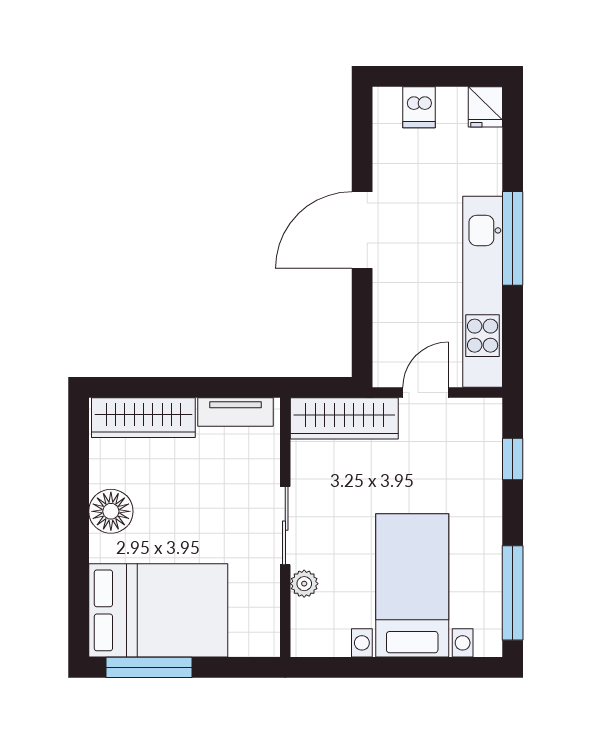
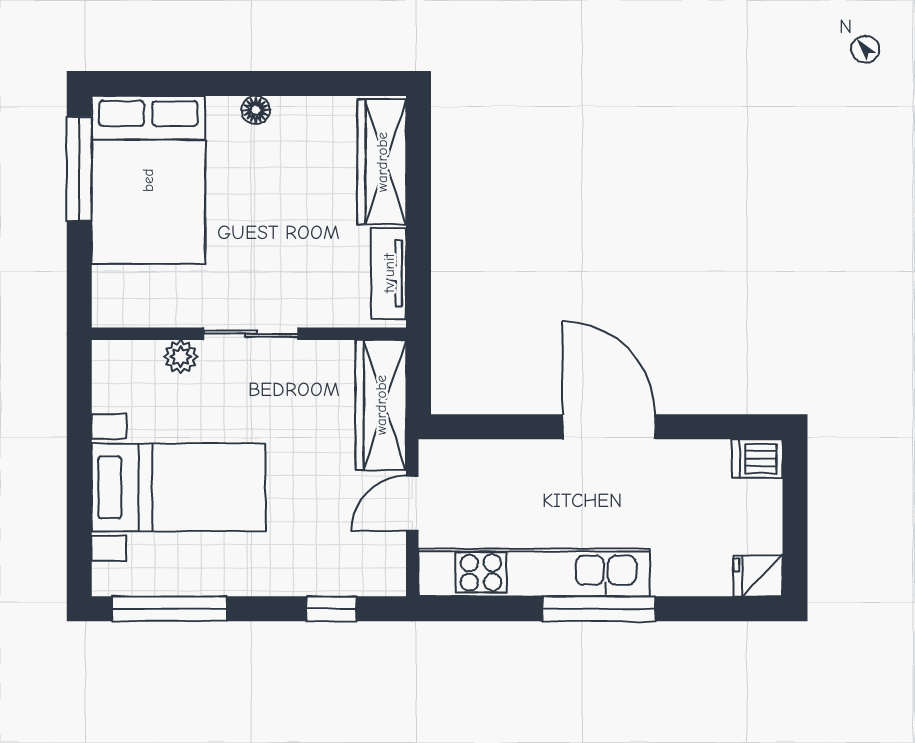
dishwasher: (419, 107) -> (757, 459), moved
door: (426, 392) -> (412, 504), swing flipped
floor lamp: (111, 511) -> (256, 110), width x0.53, depth x0.53

